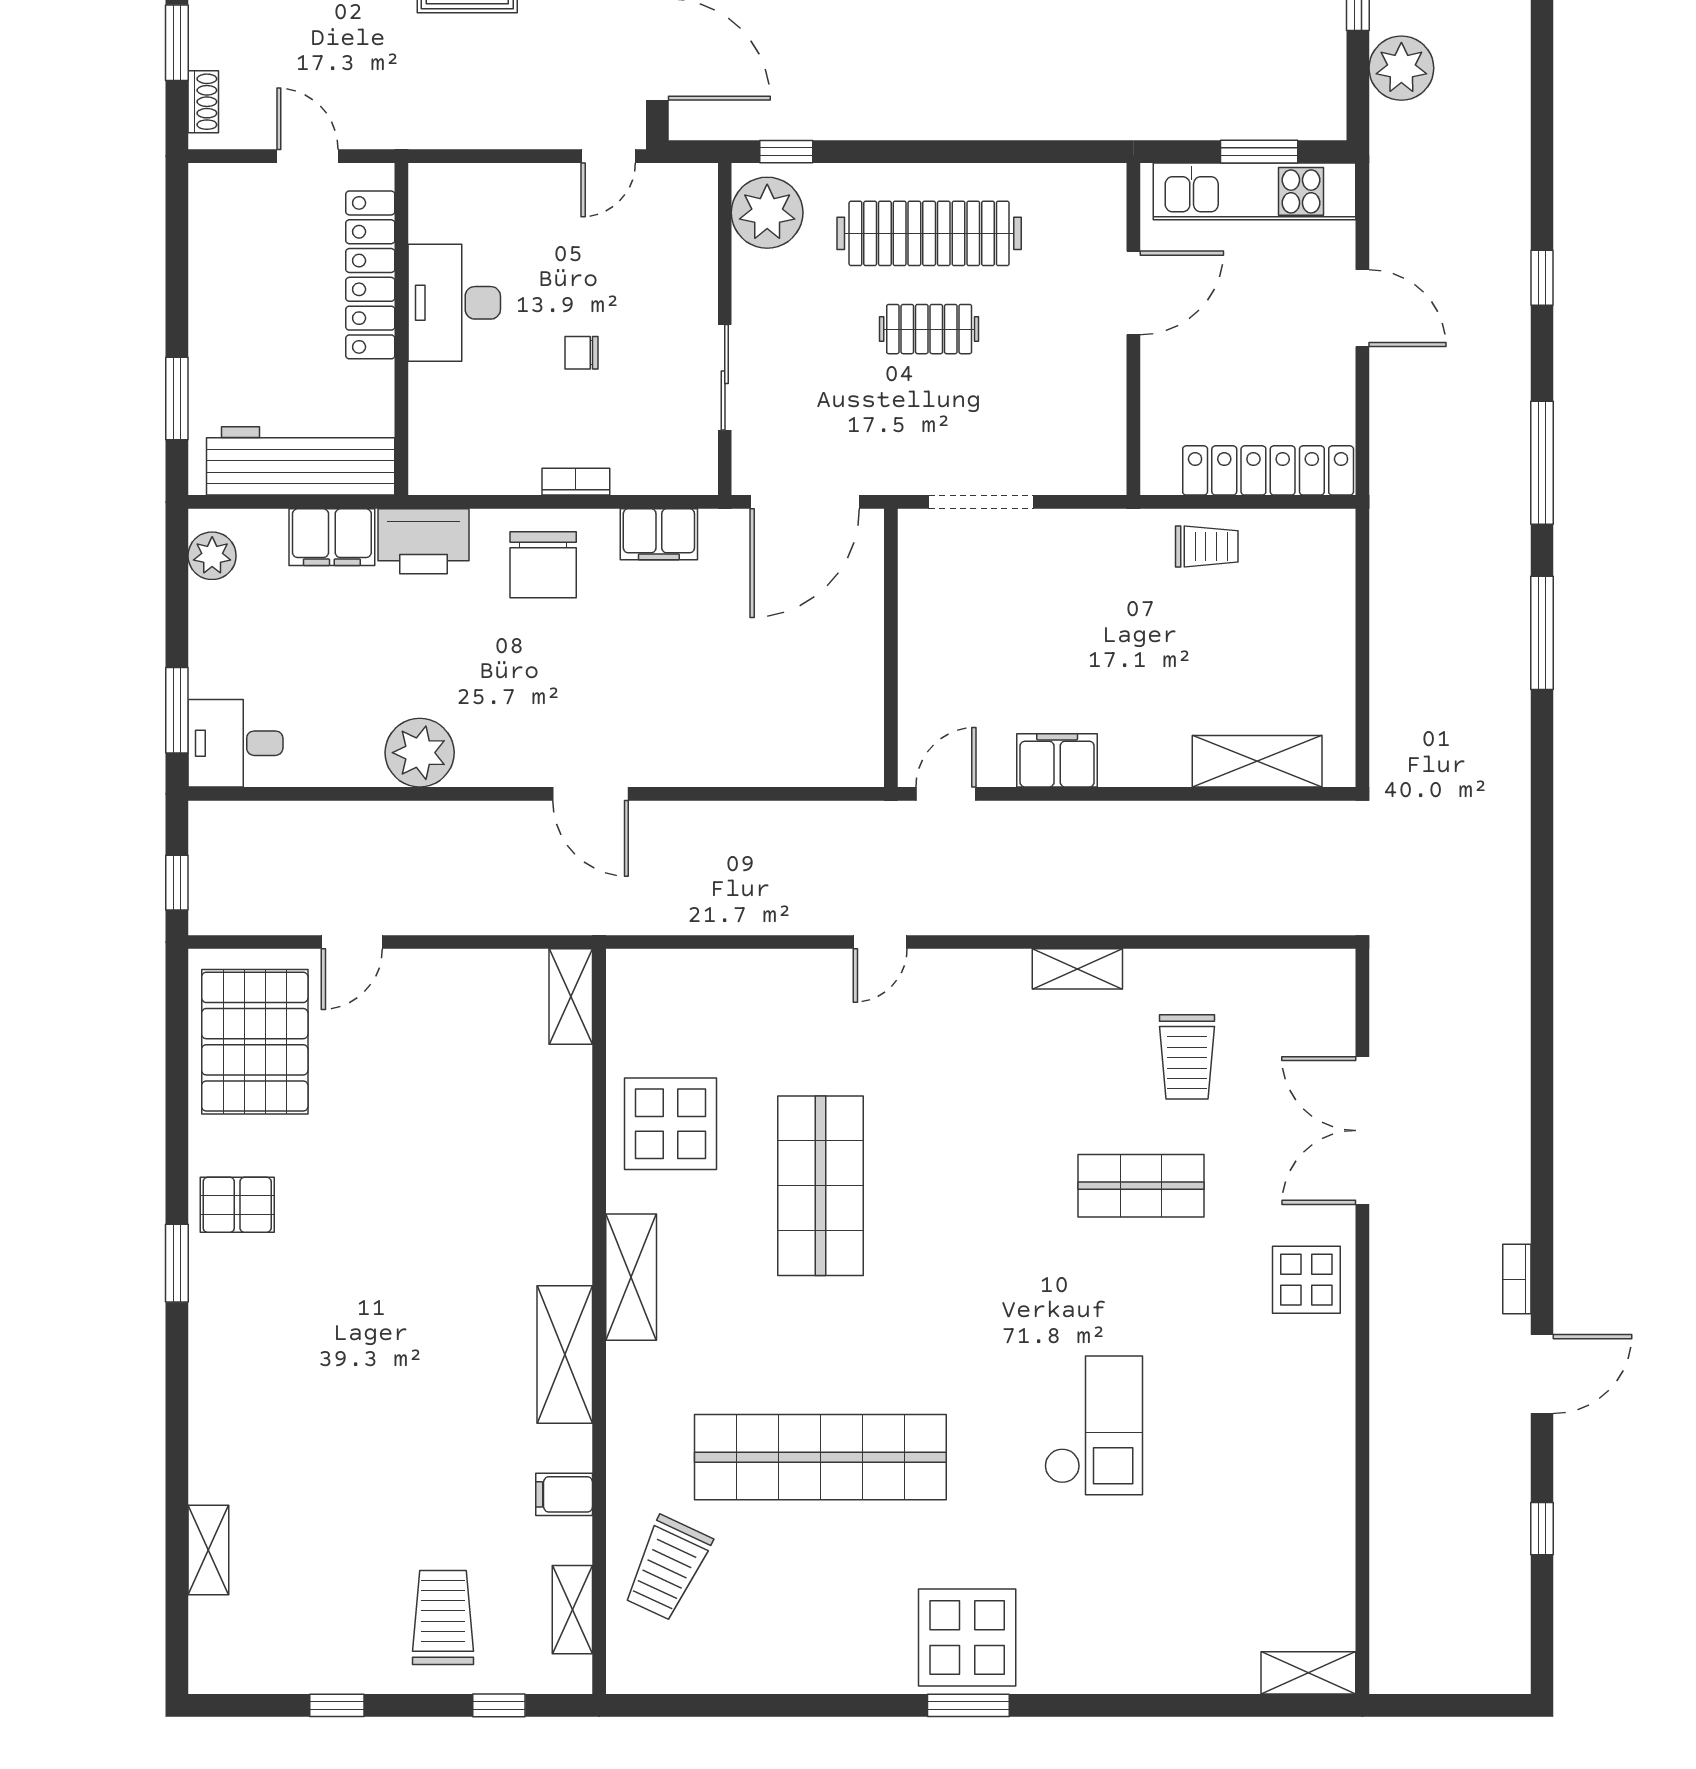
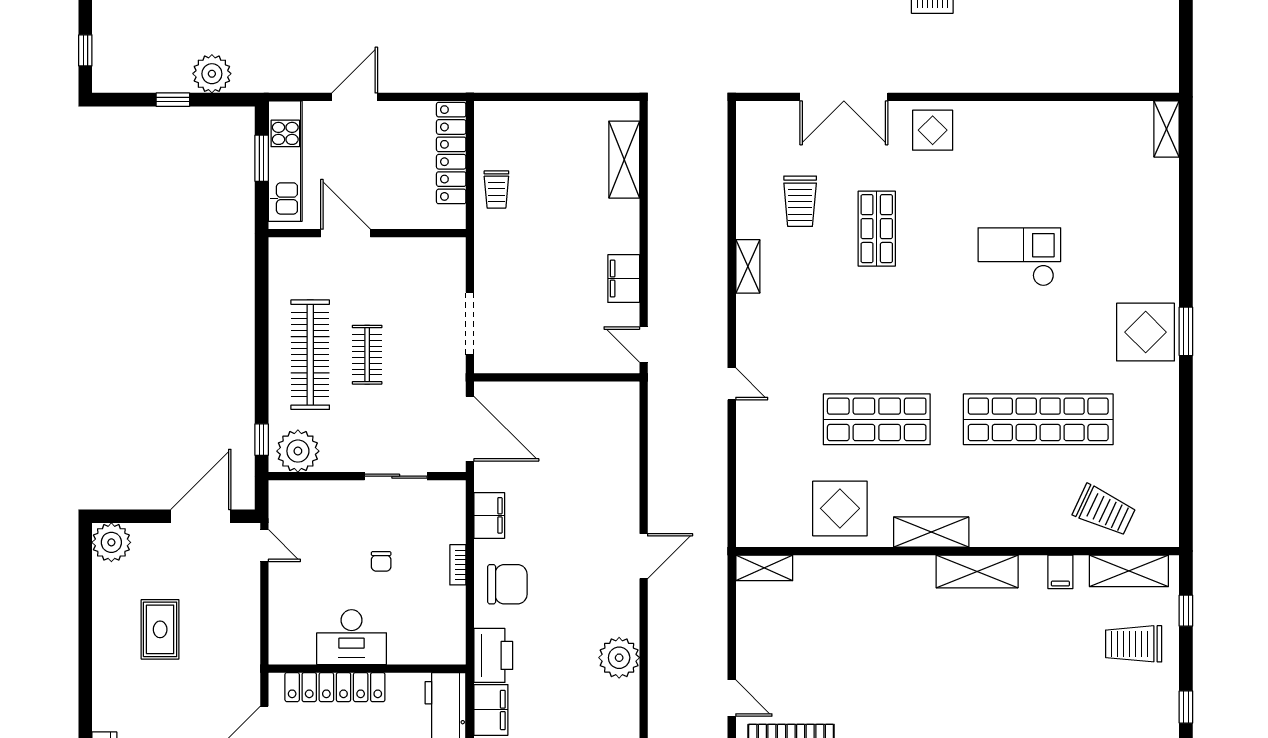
trolley: (1207, 546) -> (496, 189), turned 180
trolley: (1187, 1057) -> (800, 201), turned 90
shop shelf: (820, 1457) -> (1038, 419), turned 90
shelving: (572, 1610) -> (1129, 571), width x1.50, depth x1.33

